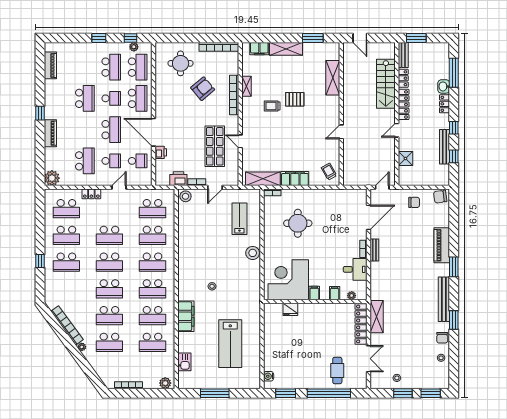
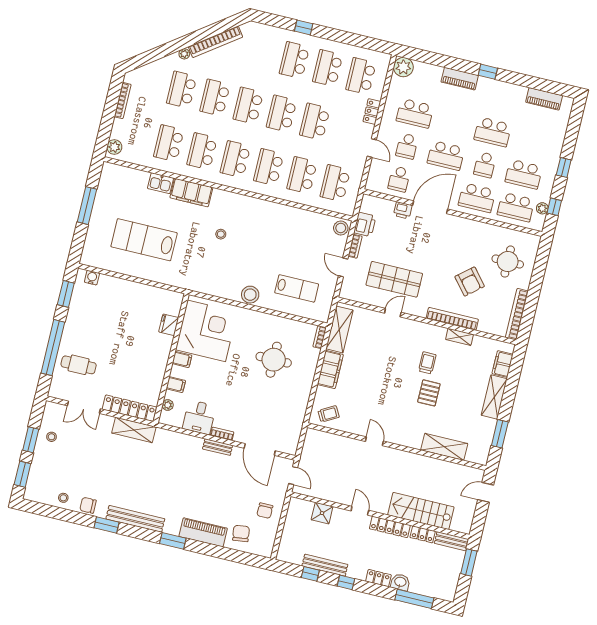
chair: (440, 197) -> (241, 533), moved
kitchen sink: (184, 362) -> (160, 183), moved

